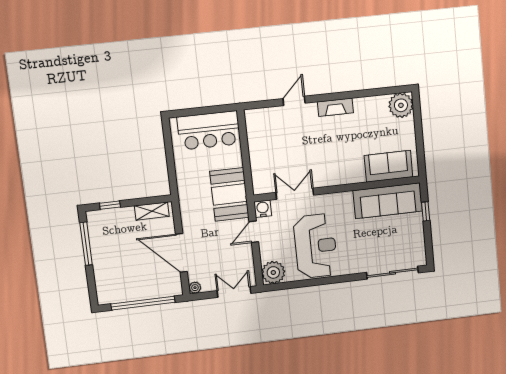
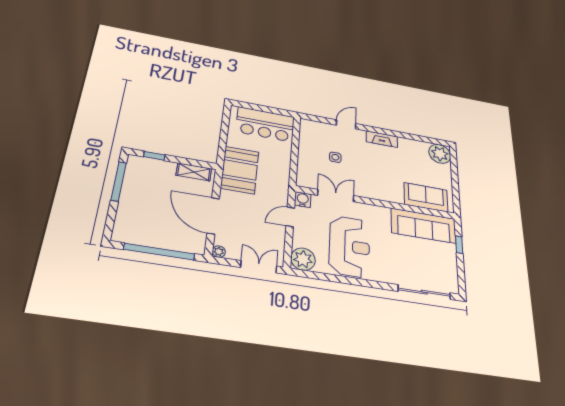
side table: (288, 148) -> (335, 157), added
booth: (229, 194) -> (240, 170), moved

